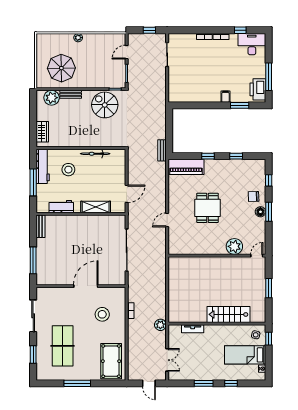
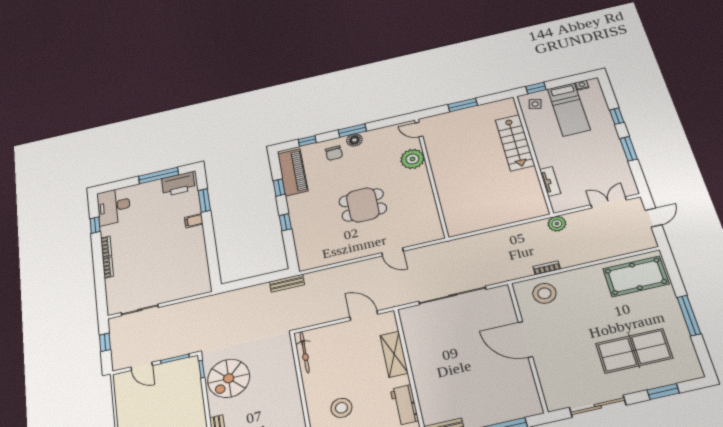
bicycle: (95, 154) -> (305, 352), moved
piano: (186, 167) -> (293, 172), moved
stool: (102, 314) -> (544, 293), moved

